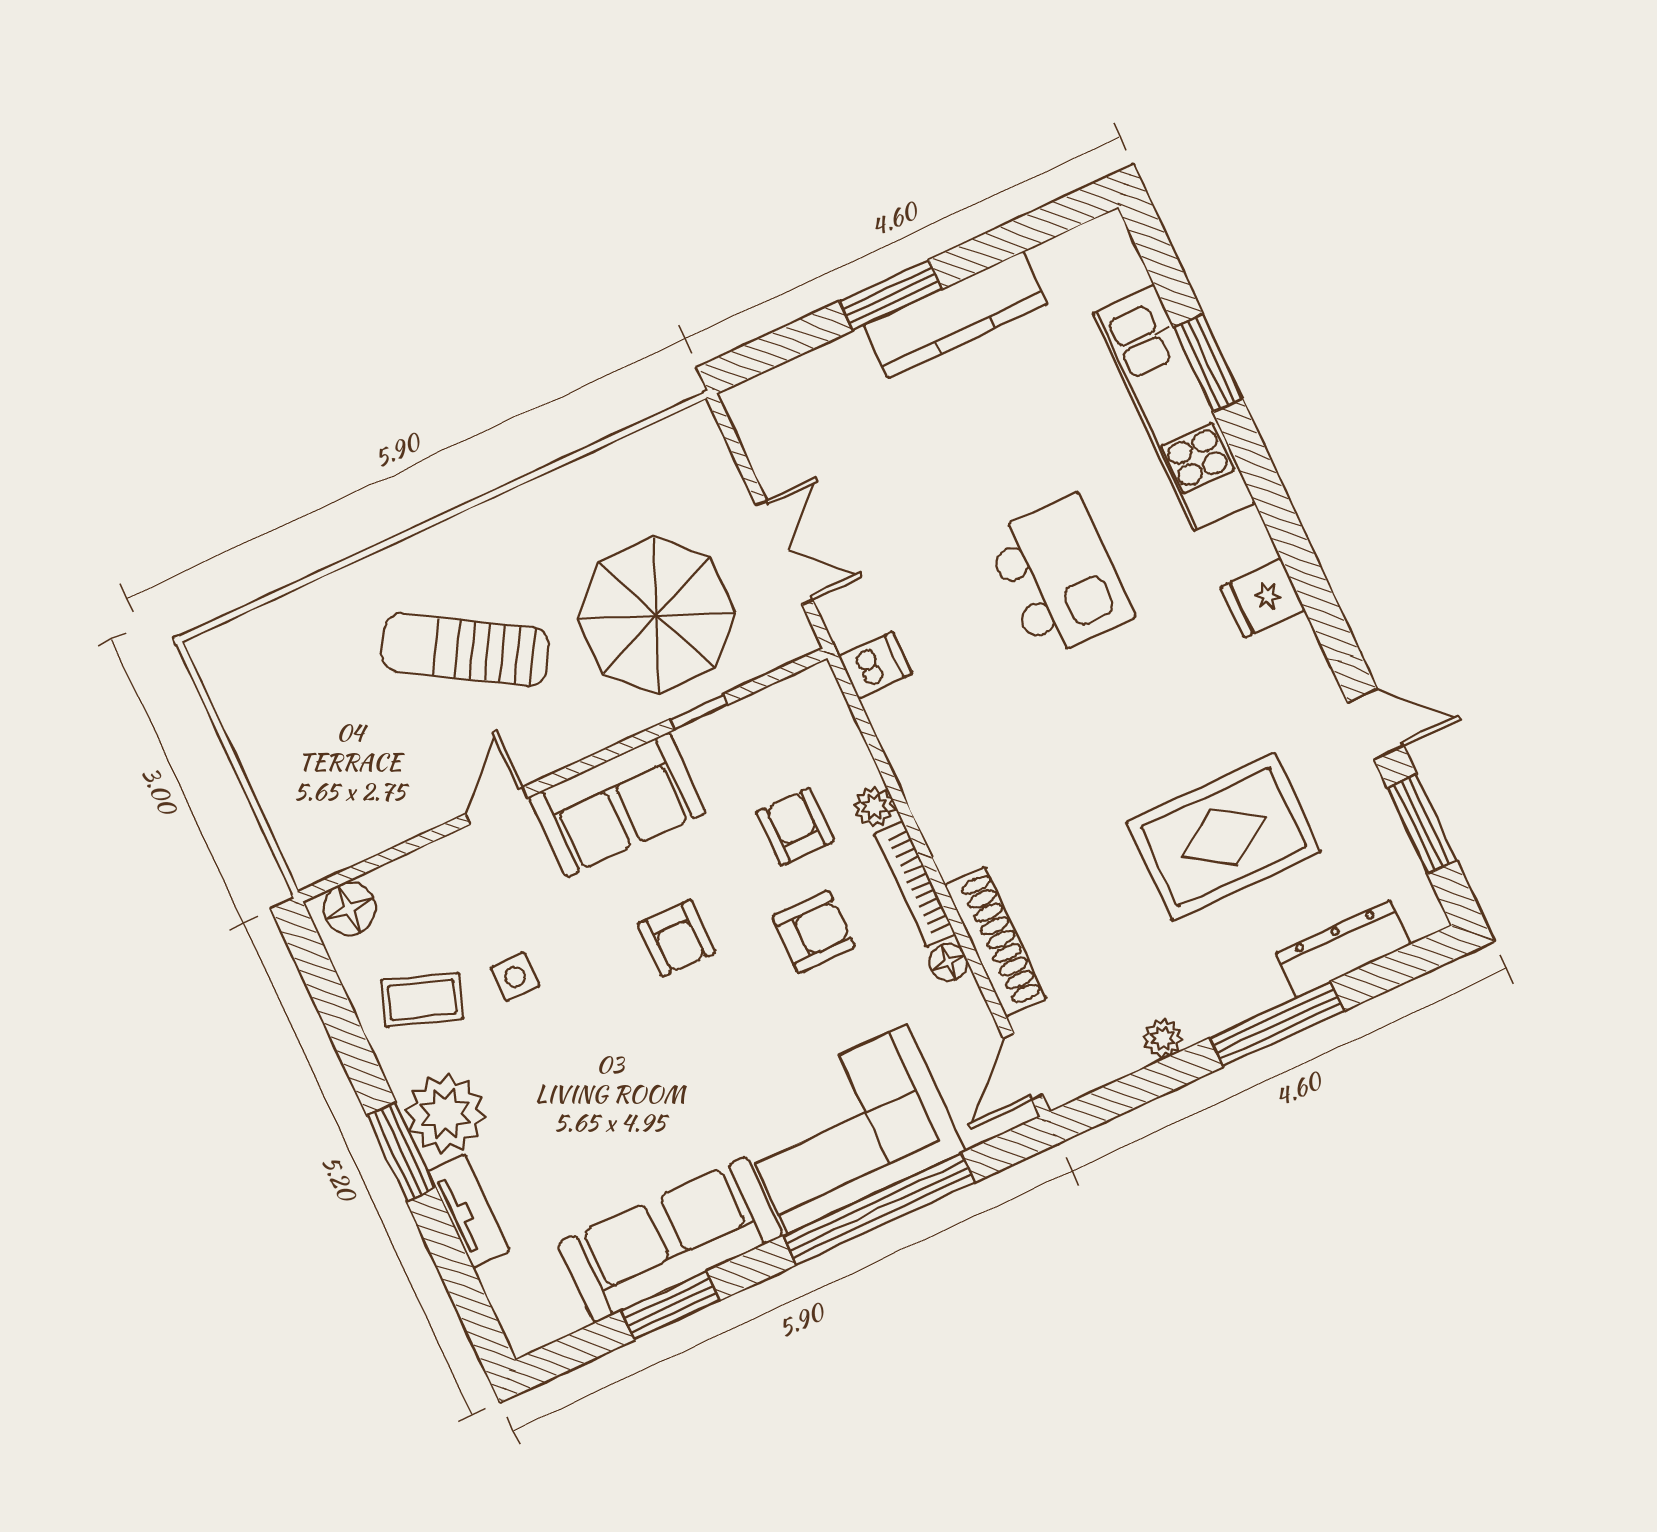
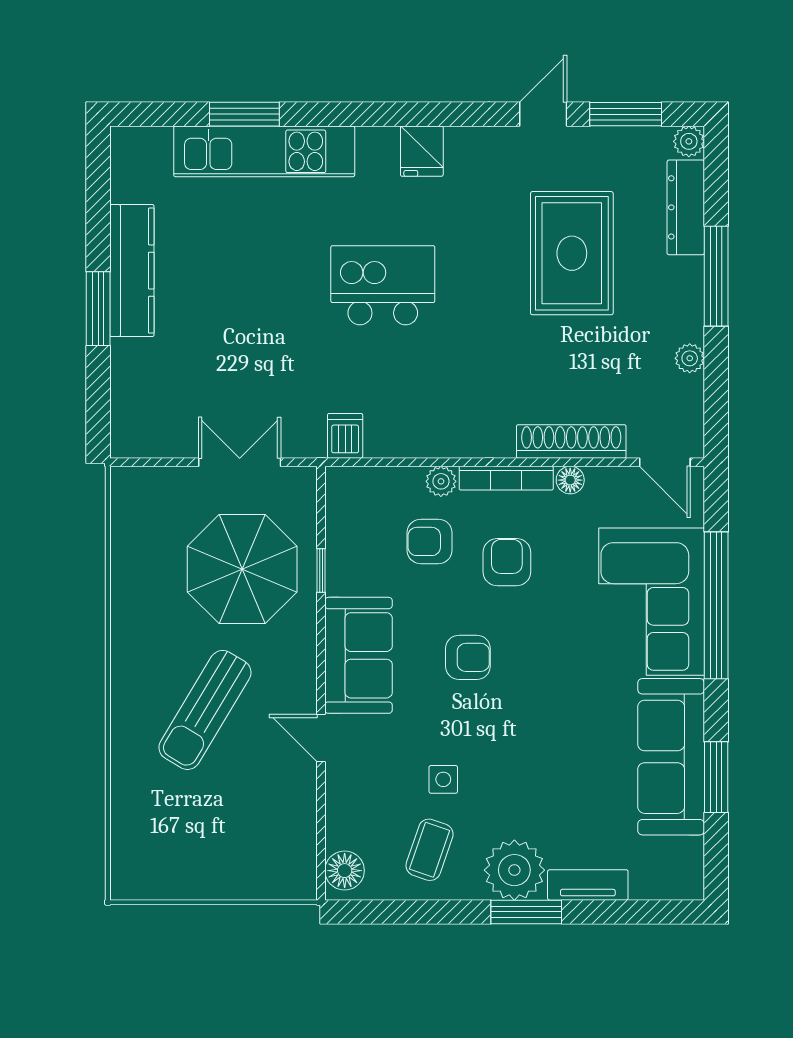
kitchen island: (1059, 576) -> (383, 285), moved
plant: (1425, 916) -> (689, 141), added

